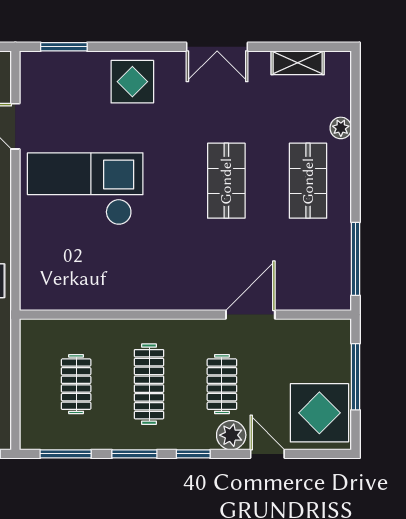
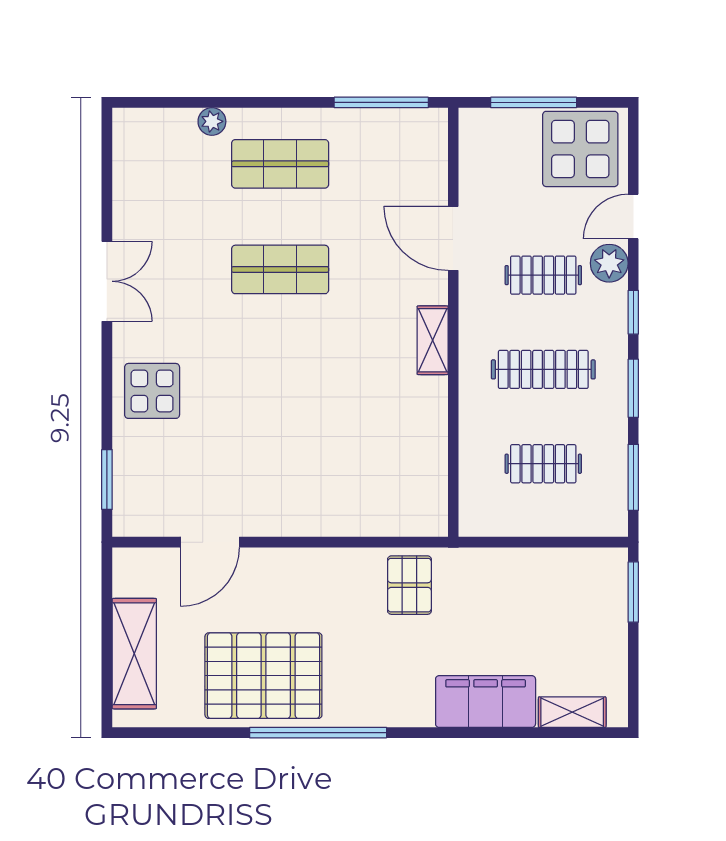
shelving: (298, 63) -> (433, 340), moved
checkout: (85, 189) -> (291, 452), removed

